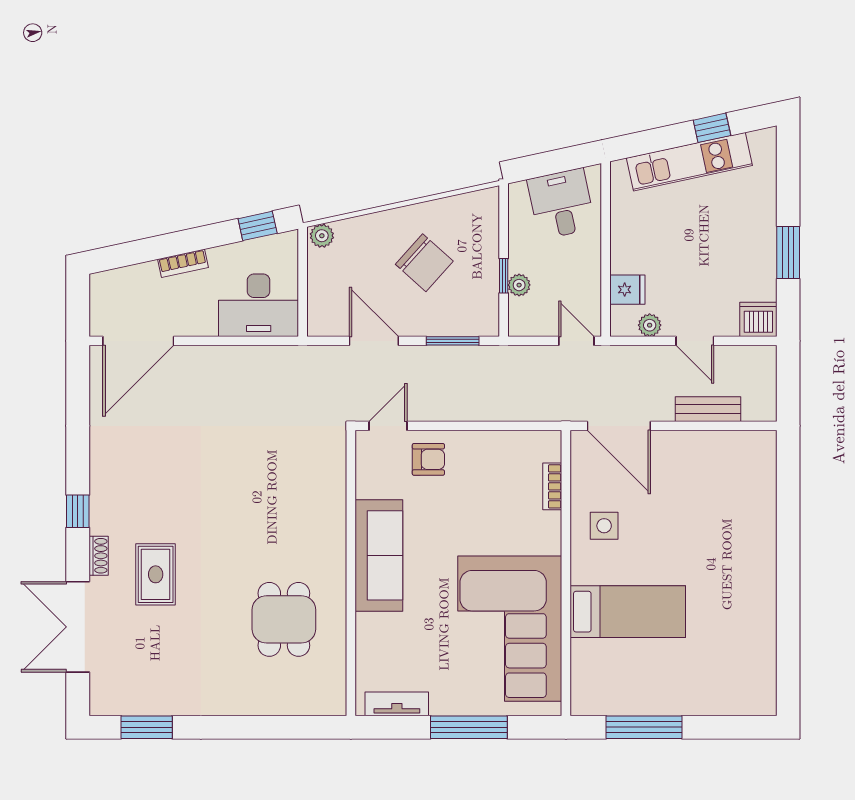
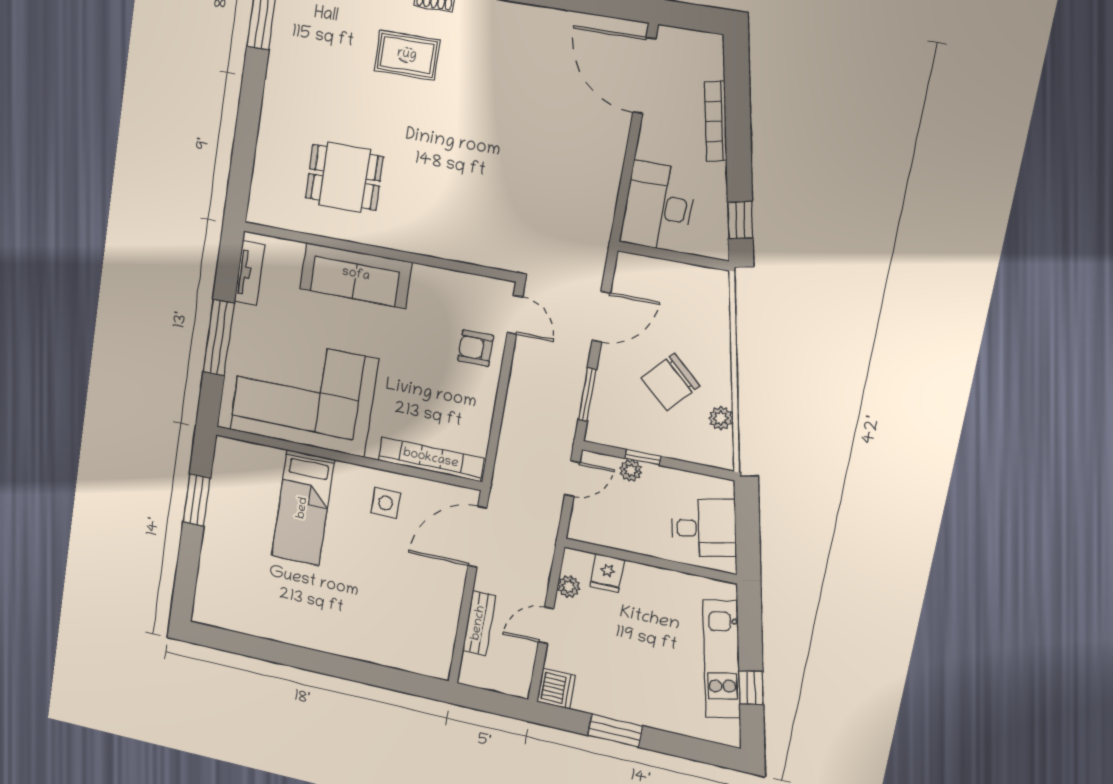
plant: (322, 236) -> (721, 418), moved
bookcase: (183, 263) -> (716, 121), width x1.56
door: (576, 341) -> (572, 479), moved
armchair: (428, 459) -> (476, 348), turned 90
bookcase: (552, 486) -> (431, 459), width x2.31, depth x1.31
sofa: (379, 555) -> (356, 275), moved
window: (644, 727) -> (197, 500), width x0.69

